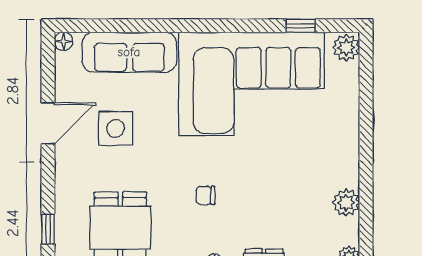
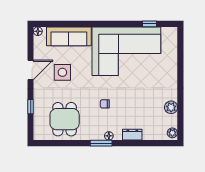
plant: (346, 47) -> (171, 34), removed
window: (48, 229) -> (31, 107), moved

